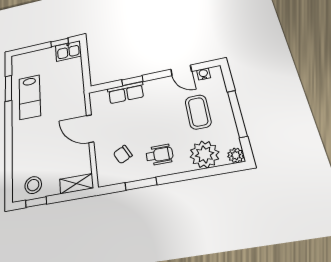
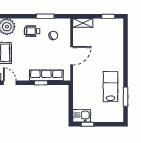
row of seats: (126, 93) -> (46, 75), width x1.48
door: (90, 129) -> (72, 56), hinge flipped
stool: (33, 185) -> (110, 27), removed

